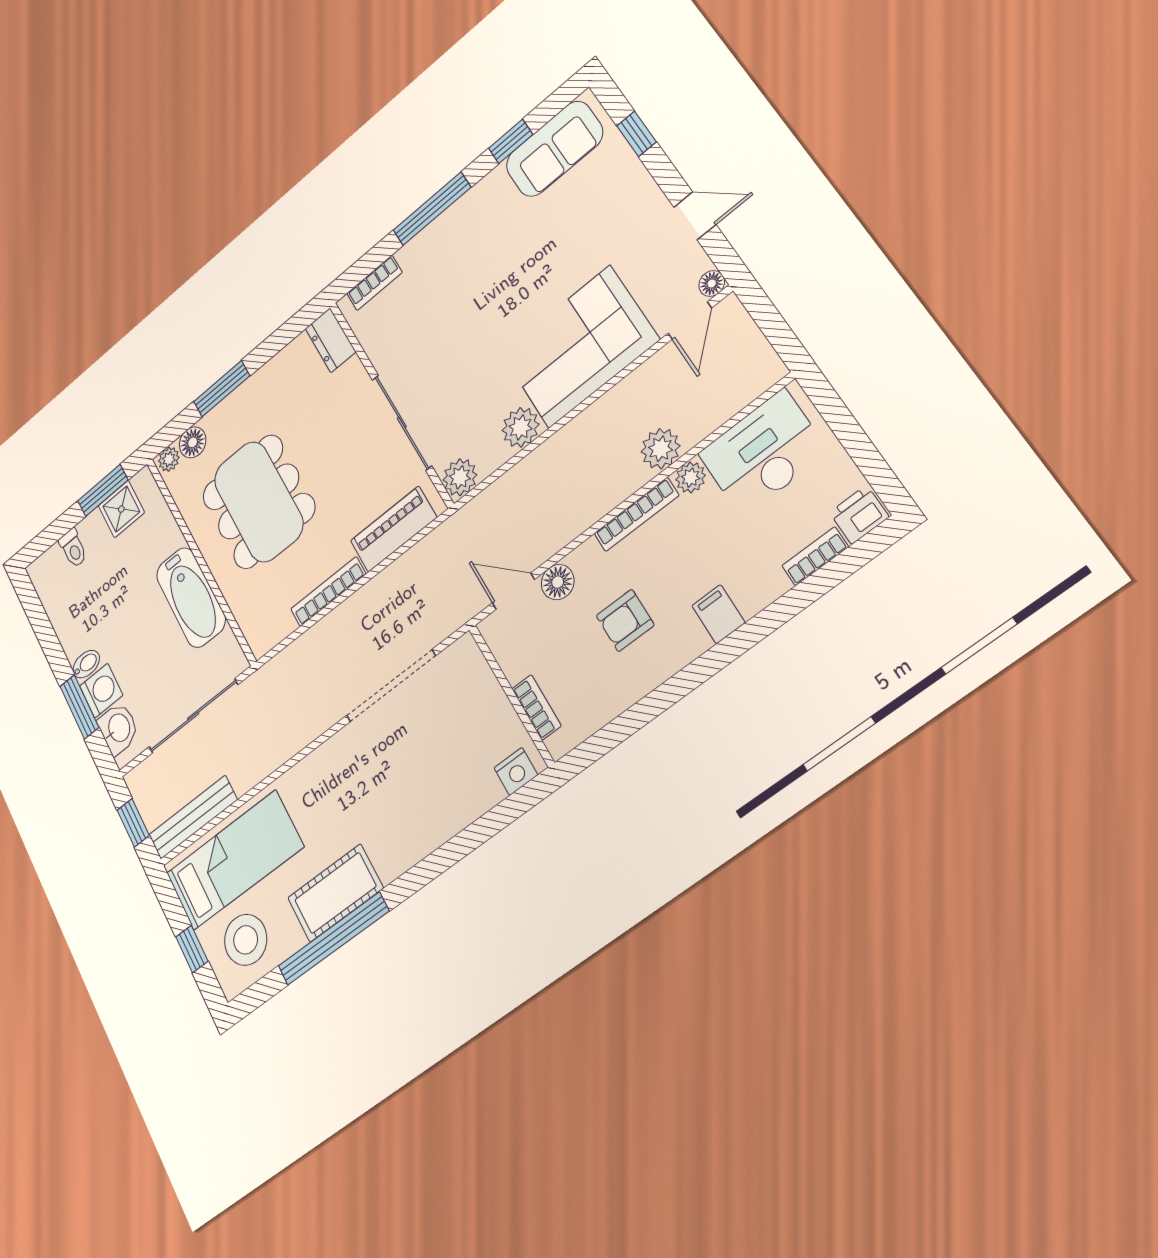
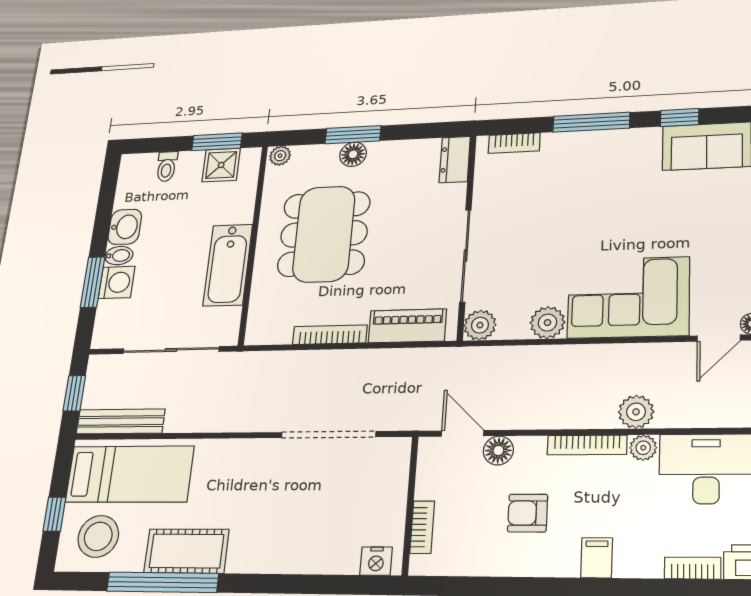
floor lamp: (193, 442) -> (353, 154), moved
washbasin: (118, 728) -> (125, 227), moved

